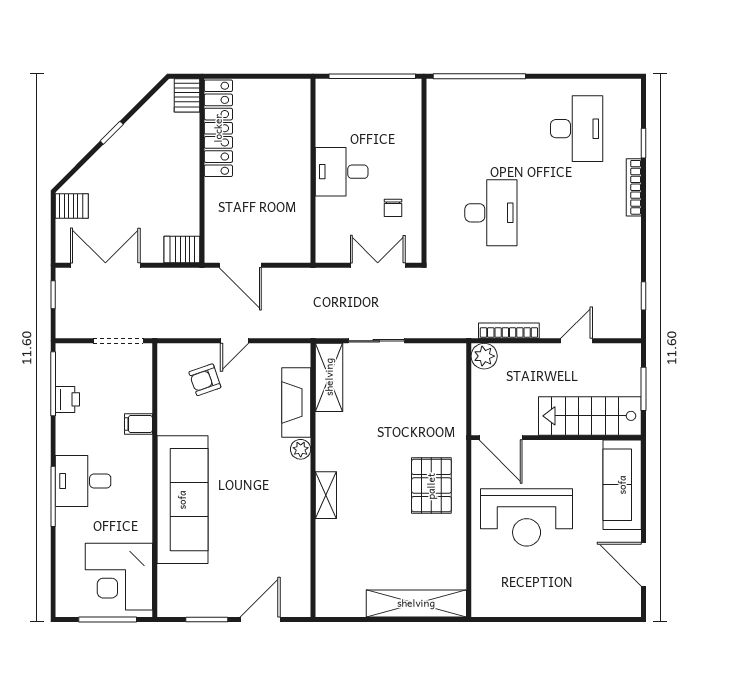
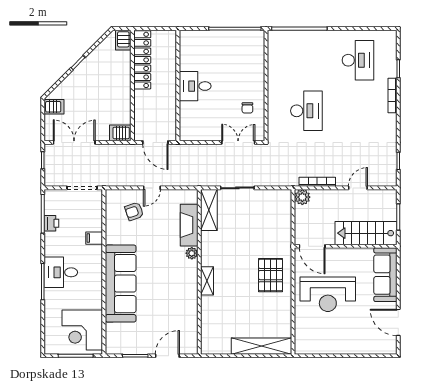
wall: (313, 171) -> (178, 86), moved
desk: (342, 172) -> (195, 86), moved

